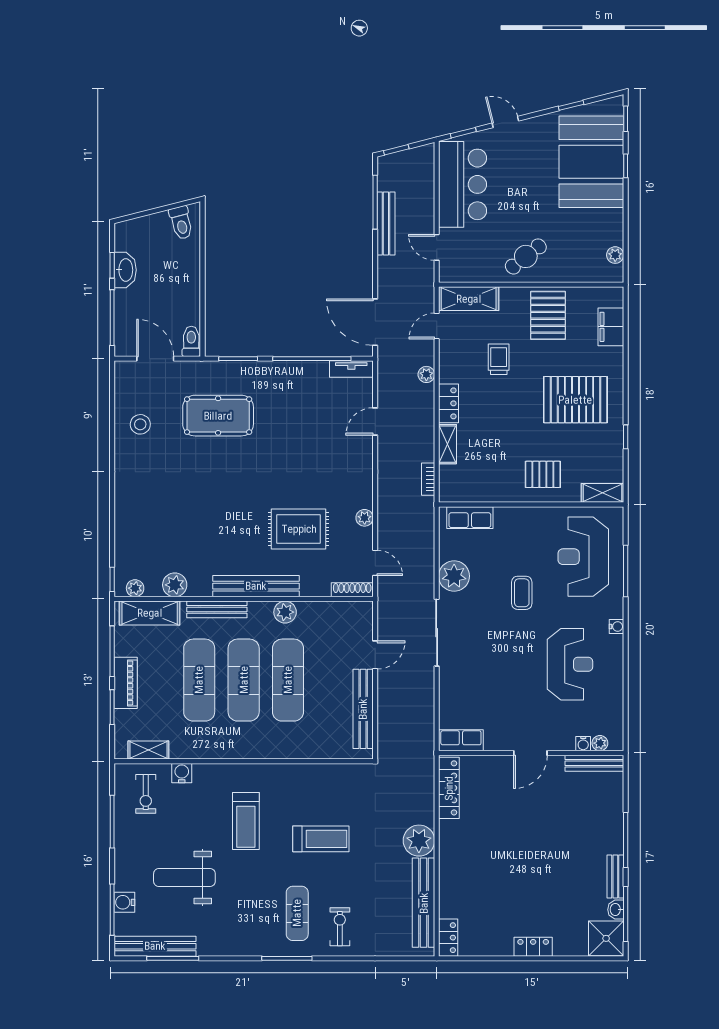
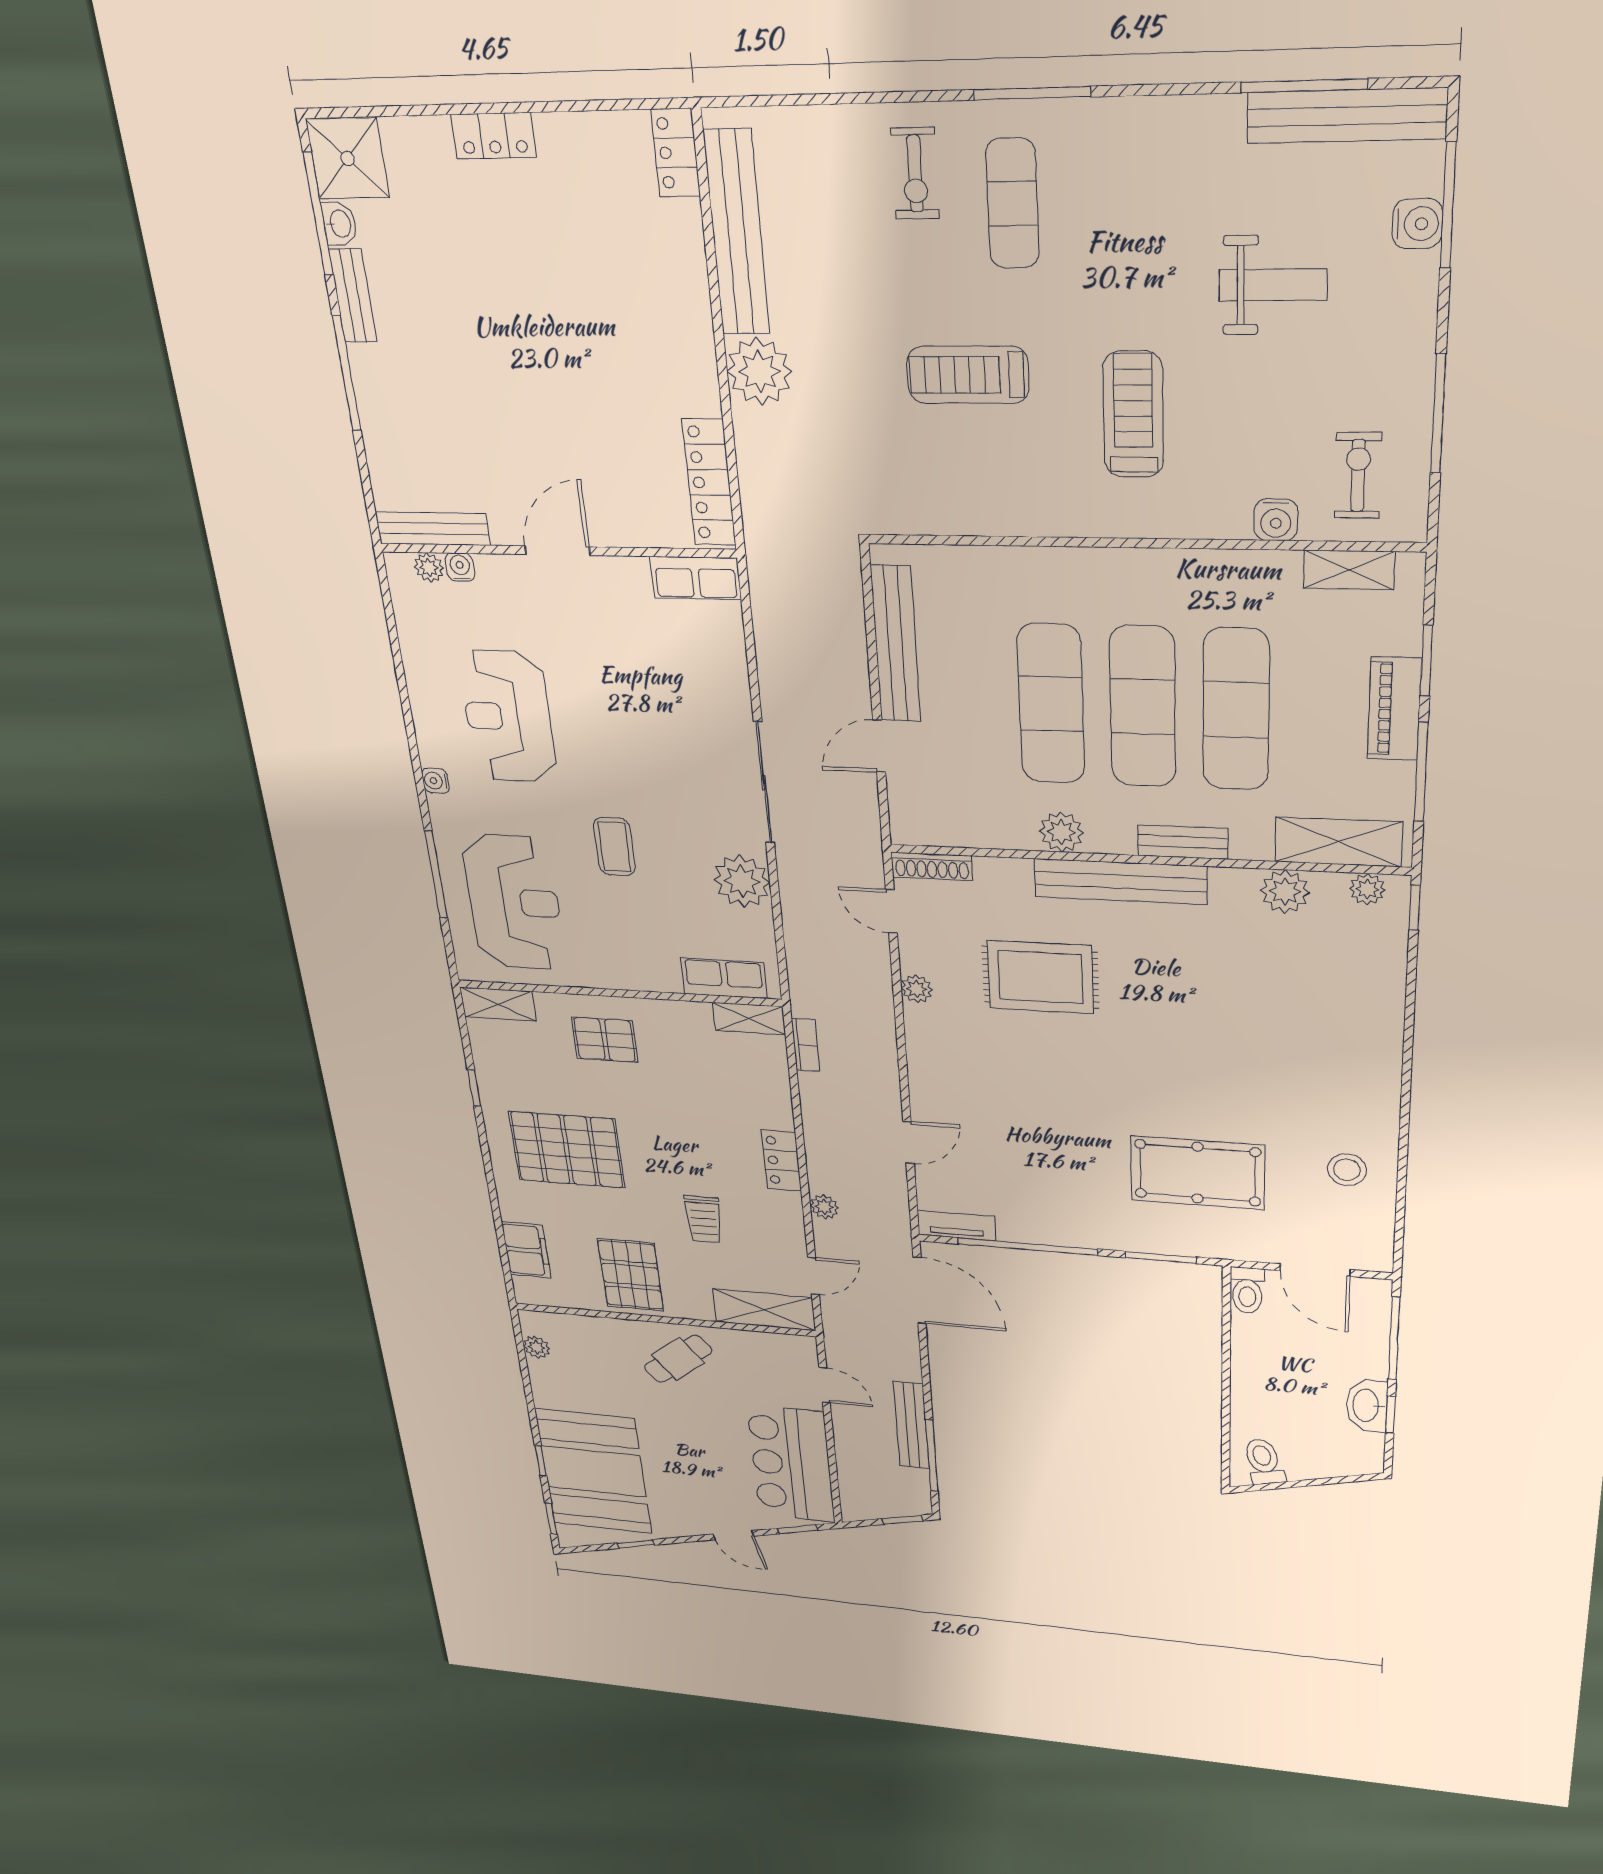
shelving: (448, 444) -> (749, 1019), moved, turned 90
bench: (217, 609) -> (1183, 842), width x0.73
weight bench: (184, 878) -> (1273, 285), width x0.73, depth x0.75

